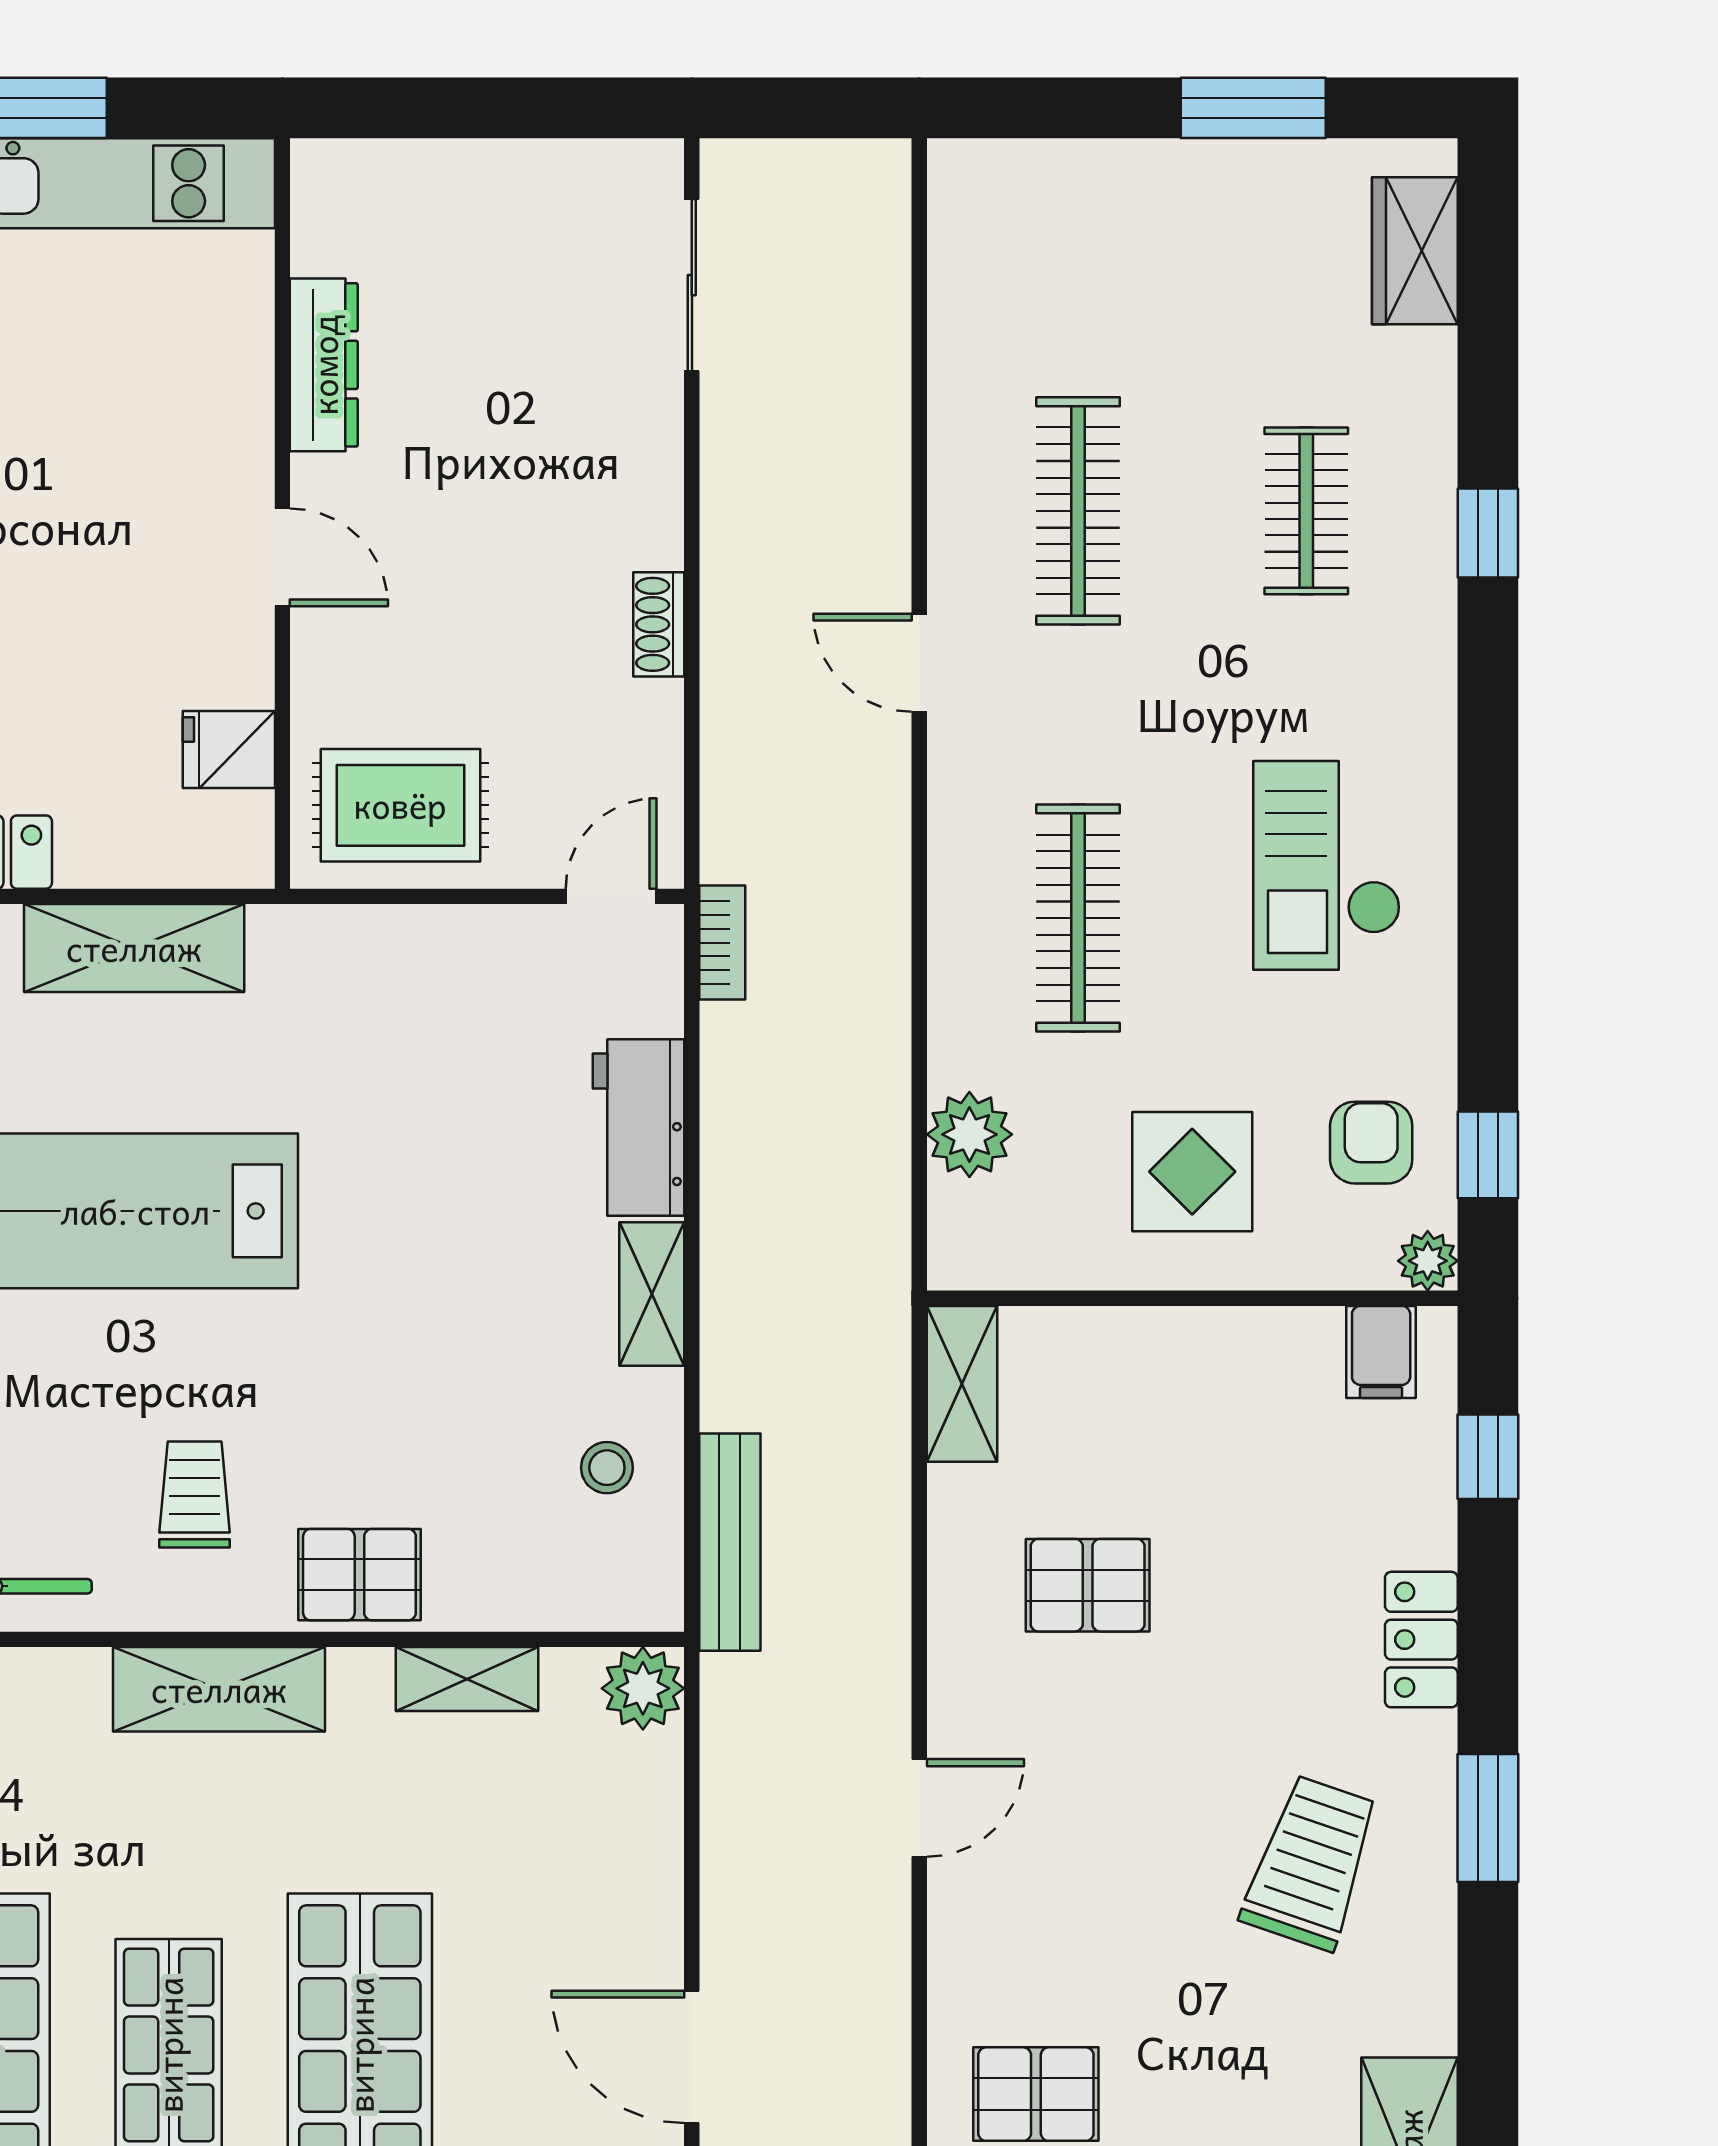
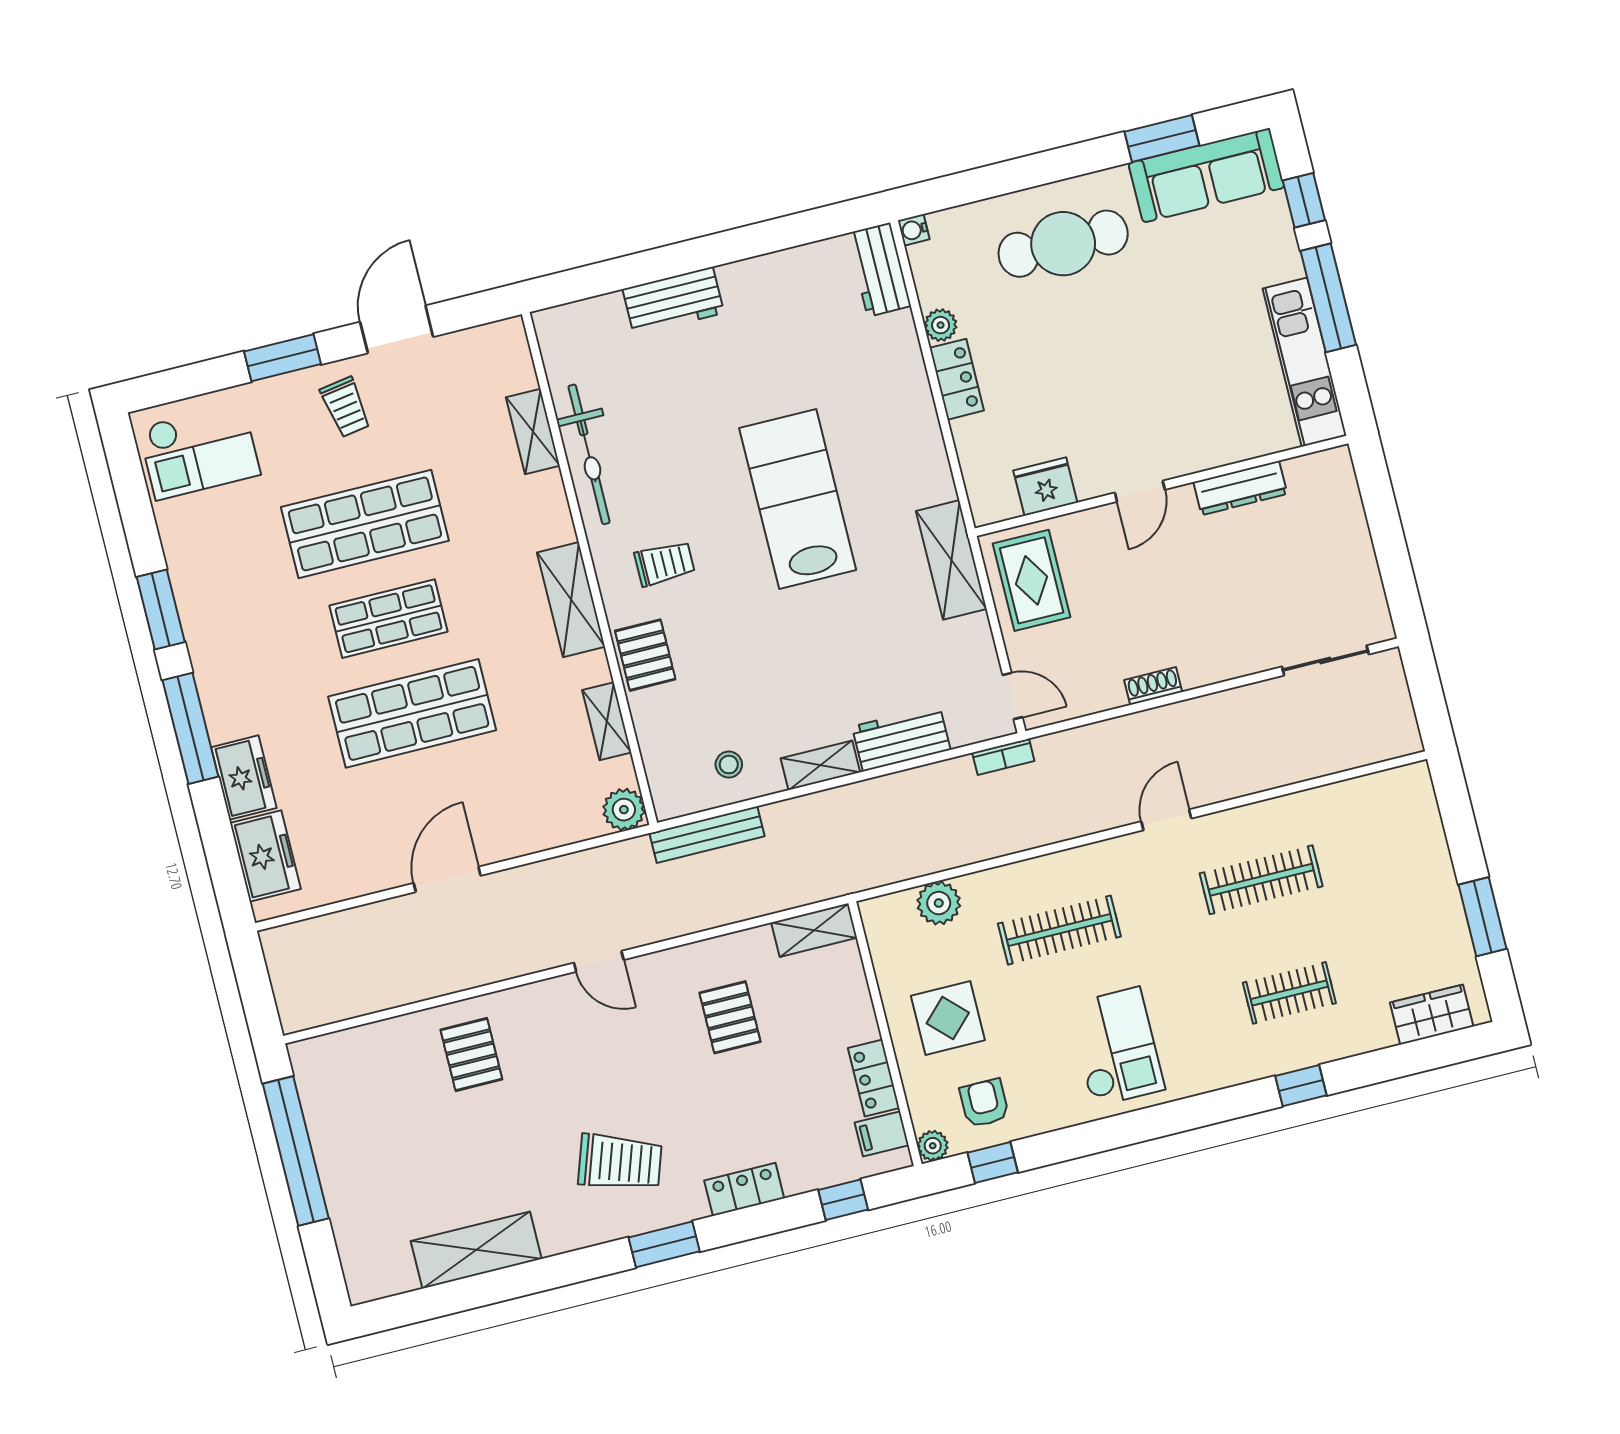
fridge: (229, 750) -> (1045, 487), width x1.38
checkout: (1327, 865) -> (1116, 1047), turned 90
shelving: (134, 948) -> (951, 560), moved
armchair: (1371, 1143) -> (984, 1103), turned -90
locker: (1271, 1341) -> (874, 1078), added

